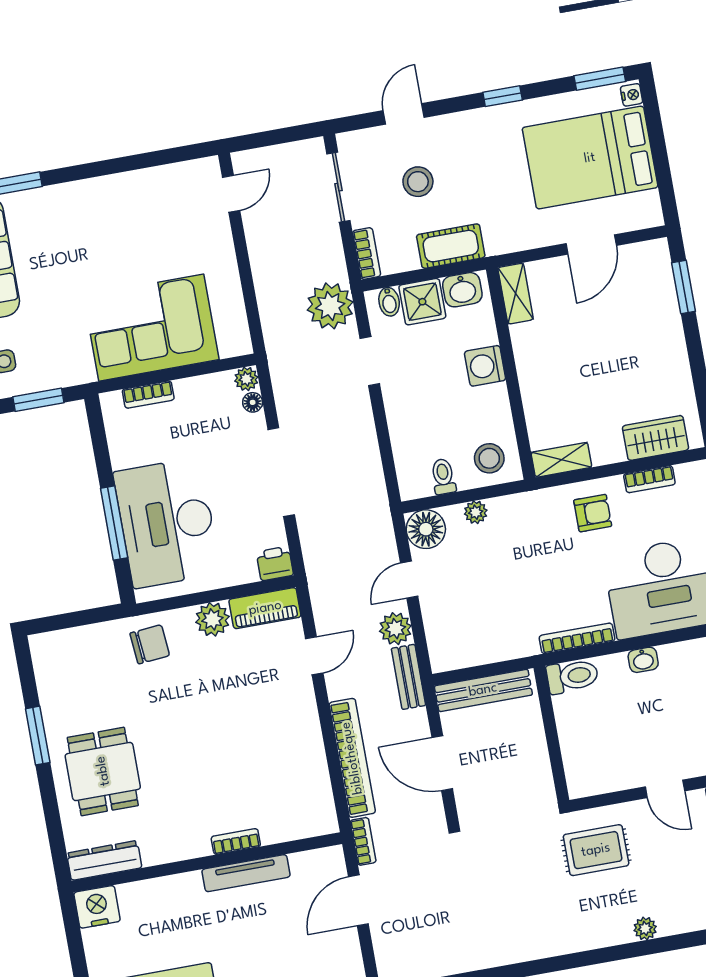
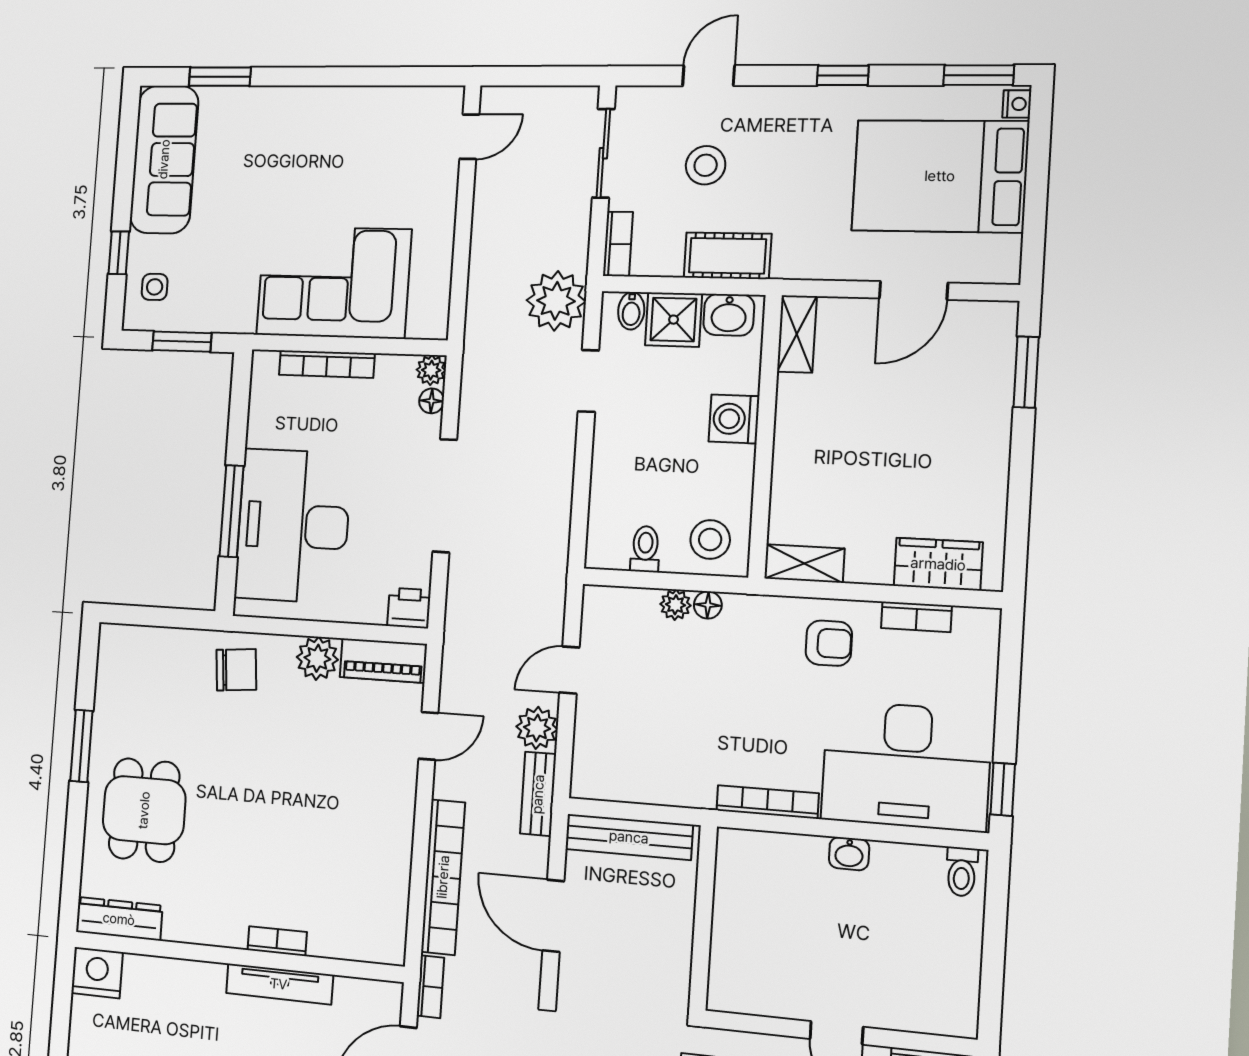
bookcase: (148, 395) -> (327, 364), width x1.56
floor lamp: (426, 529) -> (708, 605), moved, width x0.53, depth x0.53
toilet: (572, 676) -> (749, 850), removed

